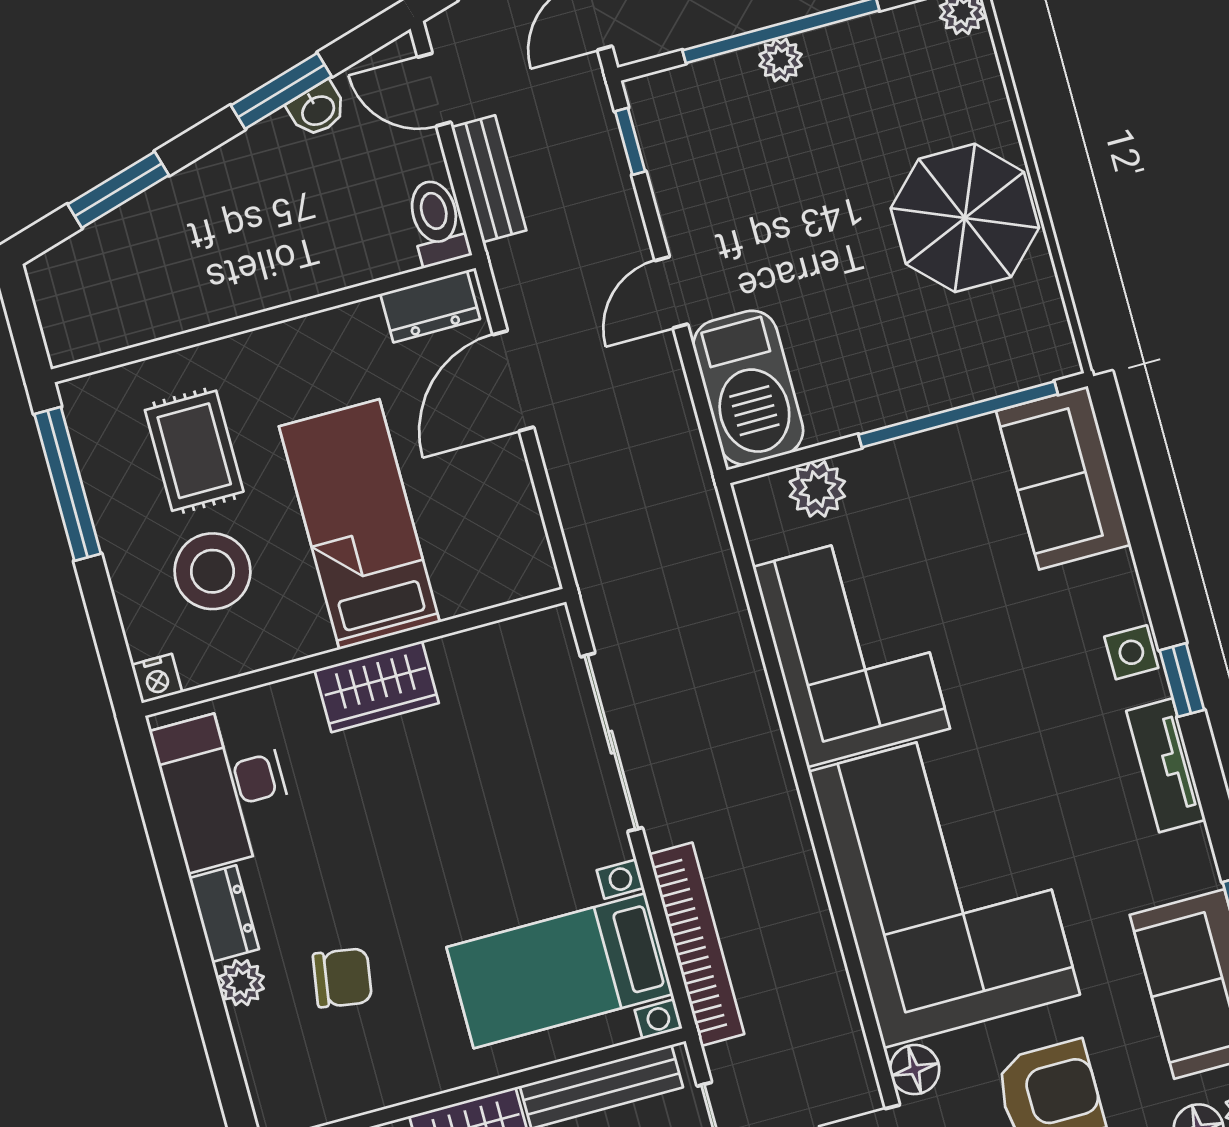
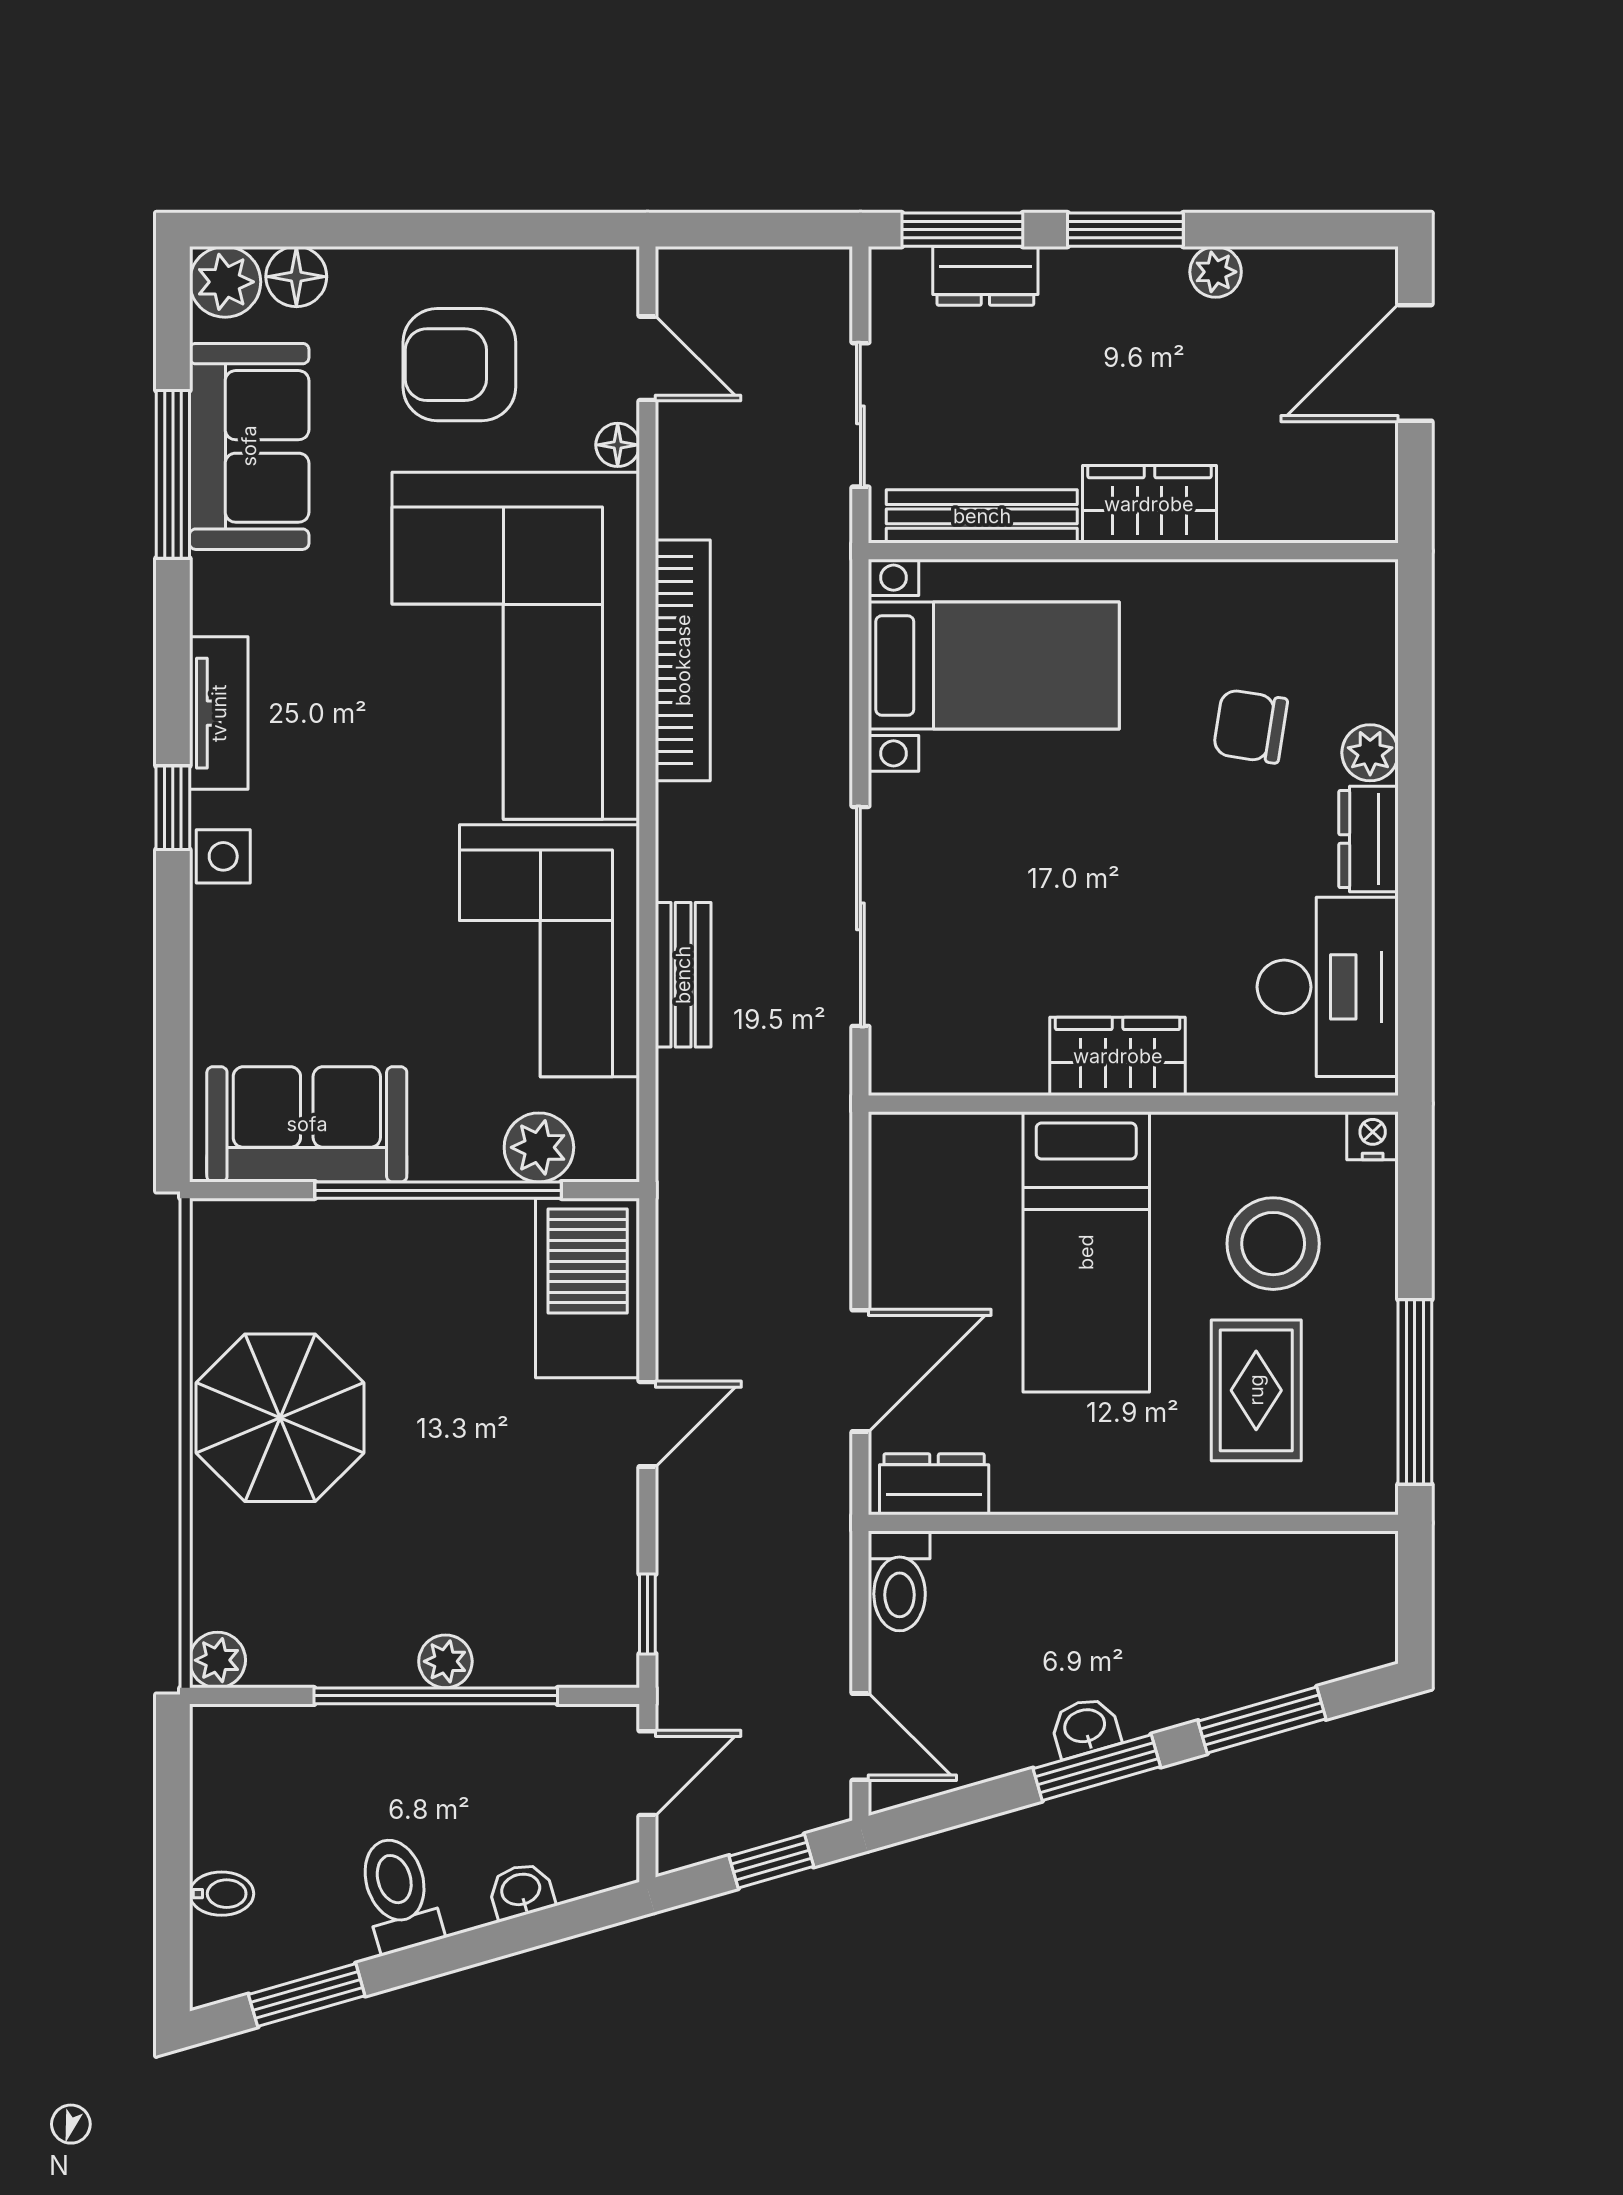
window: (281, 91) -> (1097, 1768), moved
washbasin: (317, 109) -> (1085, 1727), moved
bench: (489, 179) -> (683, 975), moved
window: (958, 414) -> (438, 1190), moved
sofa: (1063, 478) -> (307, 1124), moved, turned -90
bookcase: (697, 944) -> (683, 660), moved, turned 180
floor lamp: (915, 1070) -> (618, 445), width x0.73, depth x0.73

